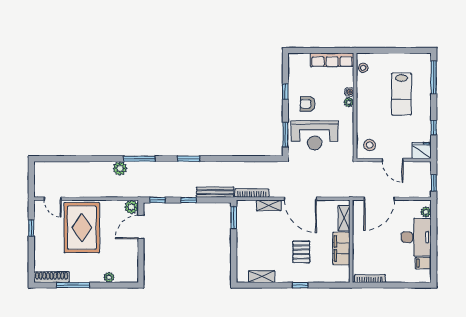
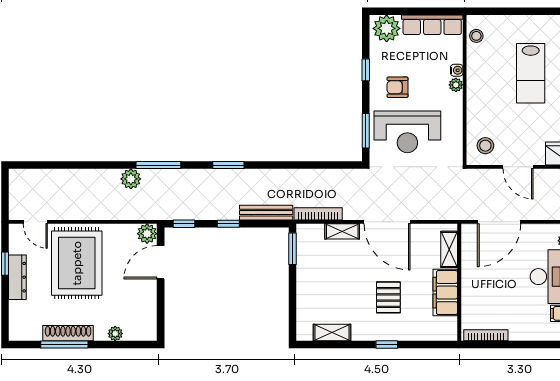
plant: (300, 62) -> (387, 28), added
dresser: (40, 238) -> (17, 277), added
shoe rack: (52, 277) -> (68, 333), moved

